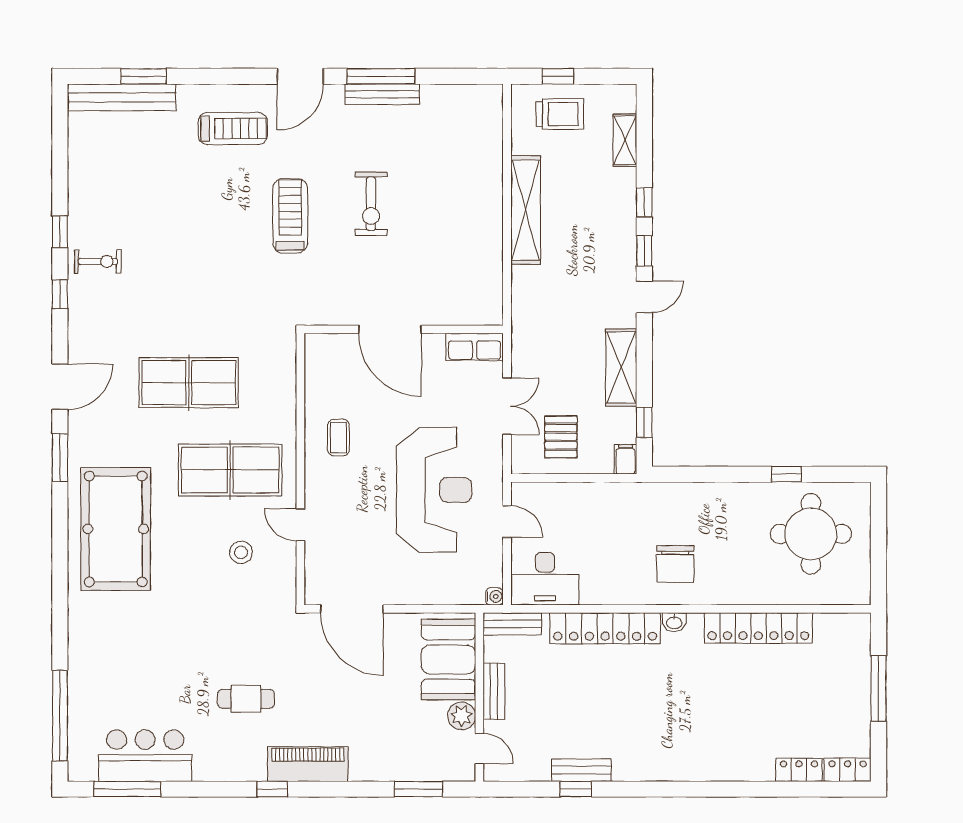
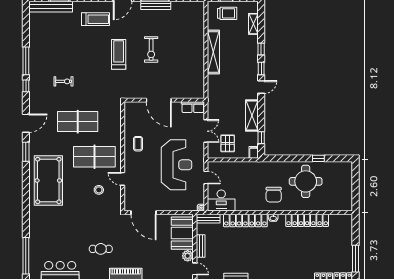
window: (60, 232) -> (26, 61), width x2.17
exercise bike: (98, 261) -> (64, 81), moved
round table: (811, 534) -> (306, 181), moved
window: (878, 689) -> (356, 259), moved

